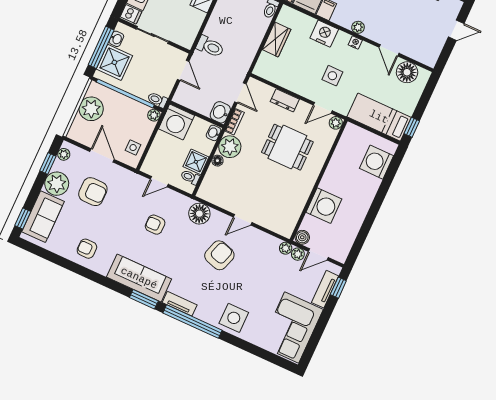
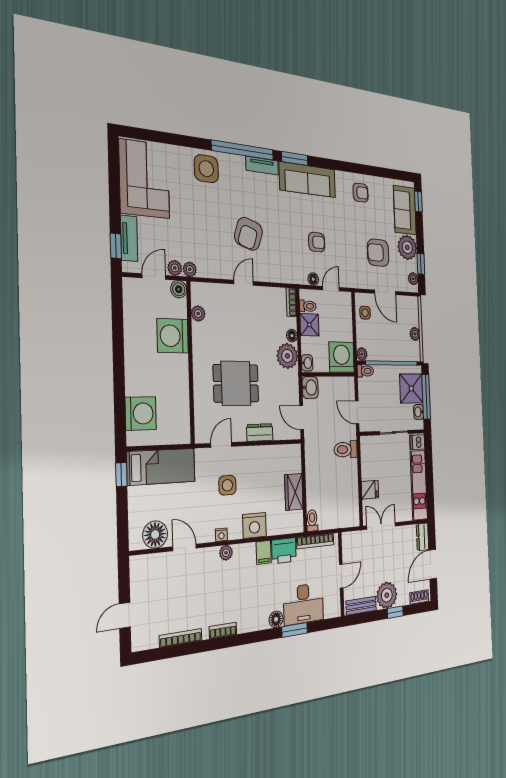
plant: (91, 109) -> (415, 334), width x0.53, depth x0.53
bookcase: (235, 122) -> (291, 302), moved
plant: (336, 123) -> (198, 313), moved
floor lamp: (199, 214) -> (313, 279), moved, width x0.53, depth x0.53

